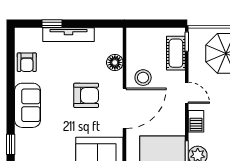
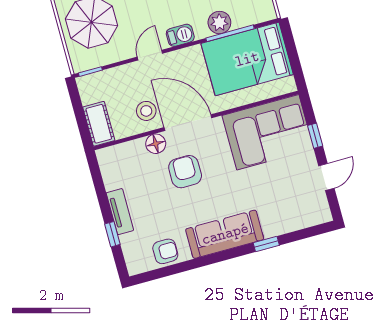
tv unit: (68, 35) -> (120, 212), width x0.71
cot: (176, 53) -> (99, 124), moved, turned 90
floor lamp: (115, 62) -> (156, 144), moved
sofa: (27, 105) -> (225, 234), width x1.36

